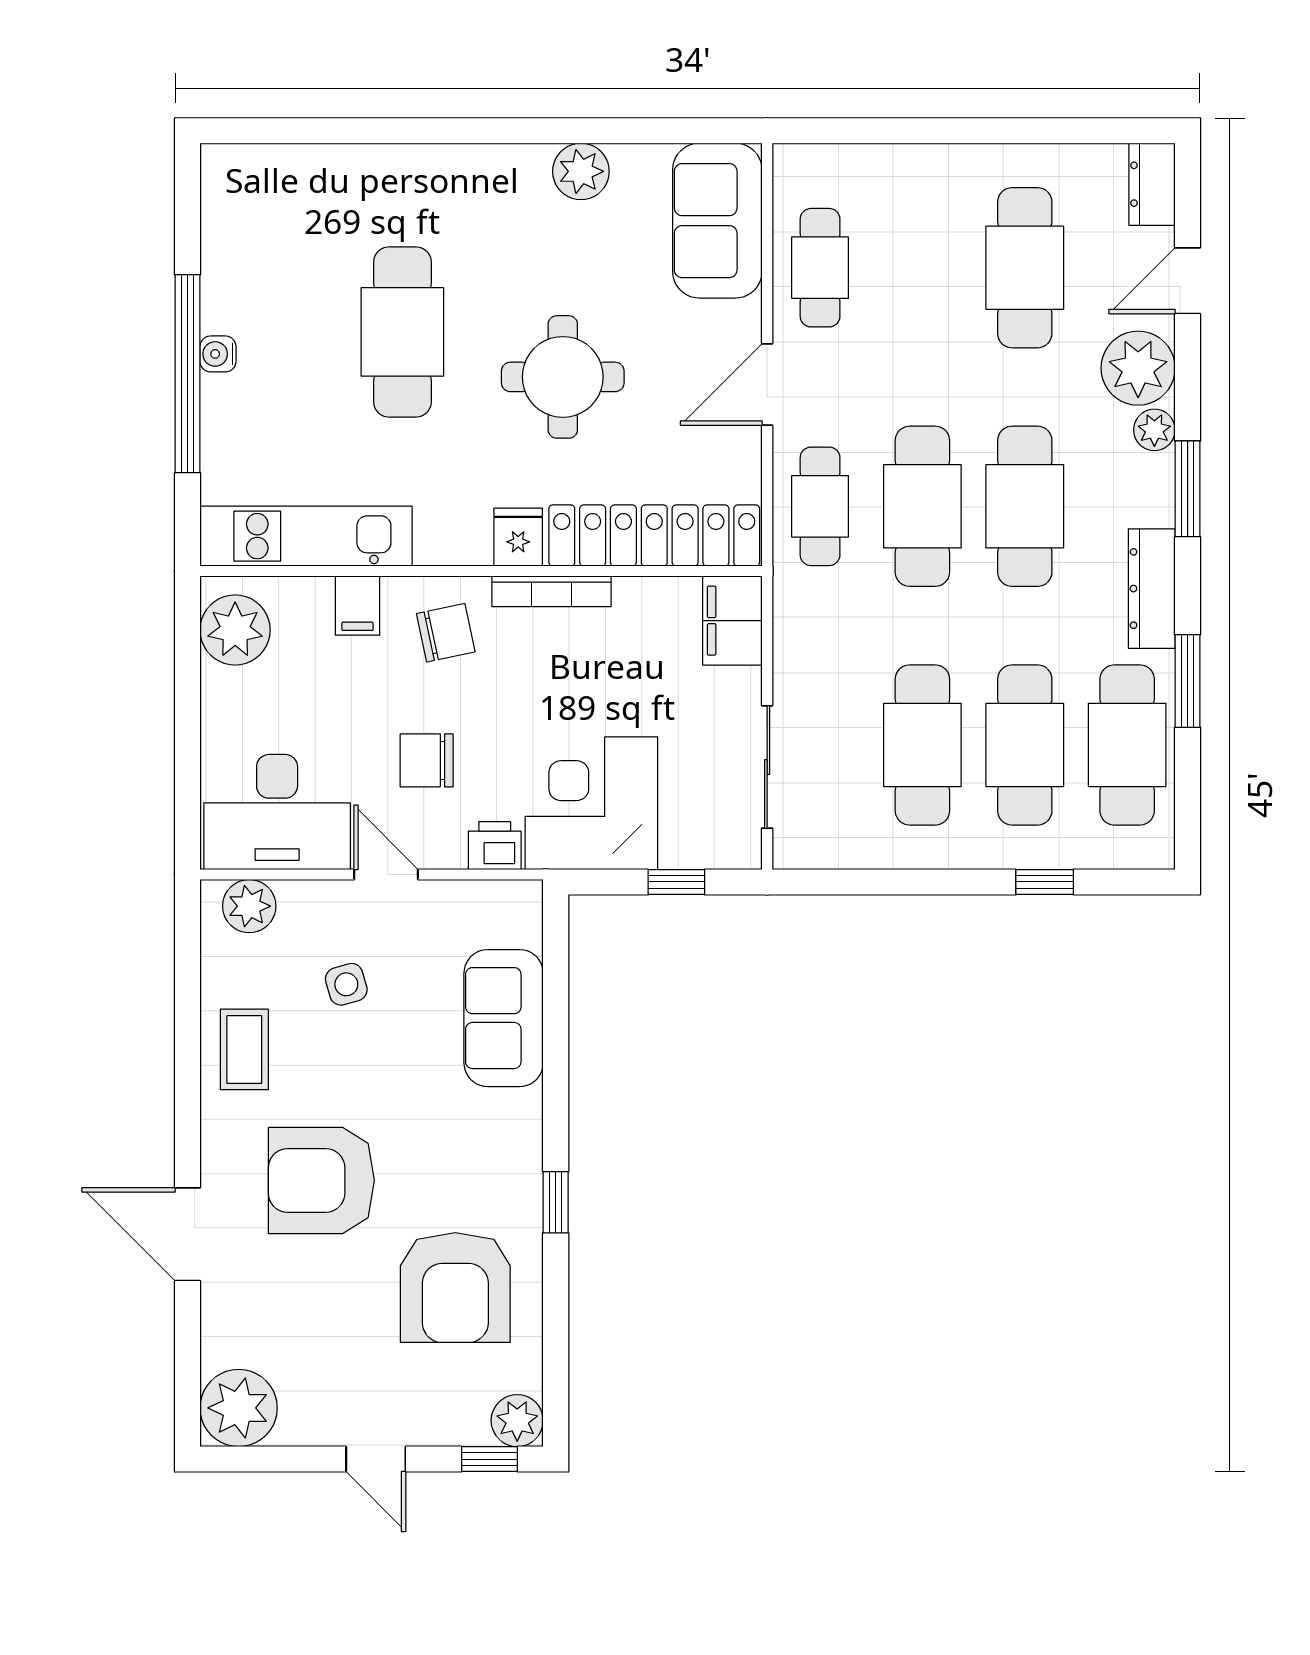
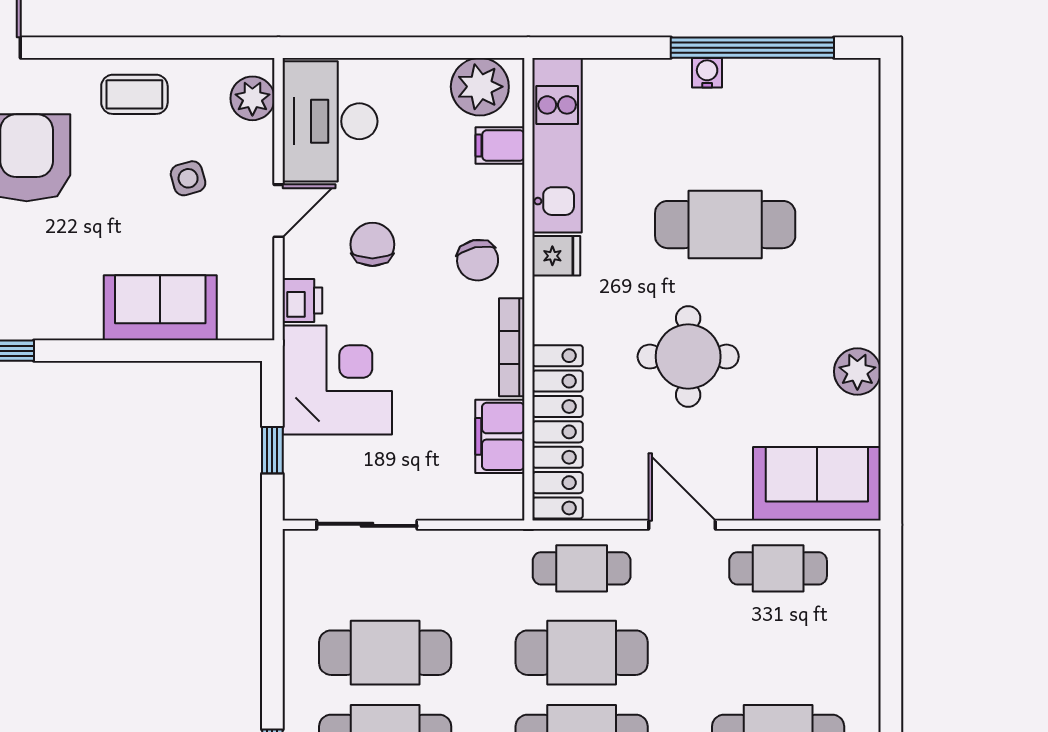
window: (188, 374) -> (752, 48), moved
fridge: (518, 537) -> (556, 256), moved
filing cabinet: (358, 606) -> (500, 146), moved
filing cabinet: (732, 621) -> (500, 436), moved, turned -90

